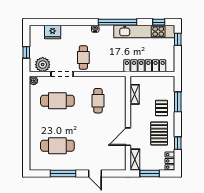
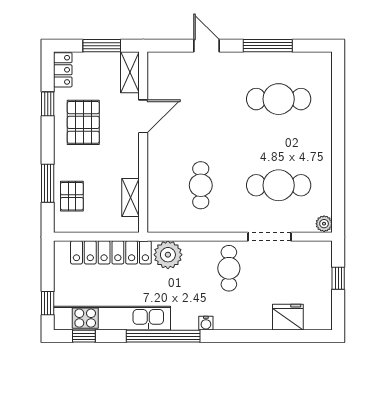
plant: (43, 65) -> (168, 255), moved
pallet: (161, 108) -> (72, 196), moved

